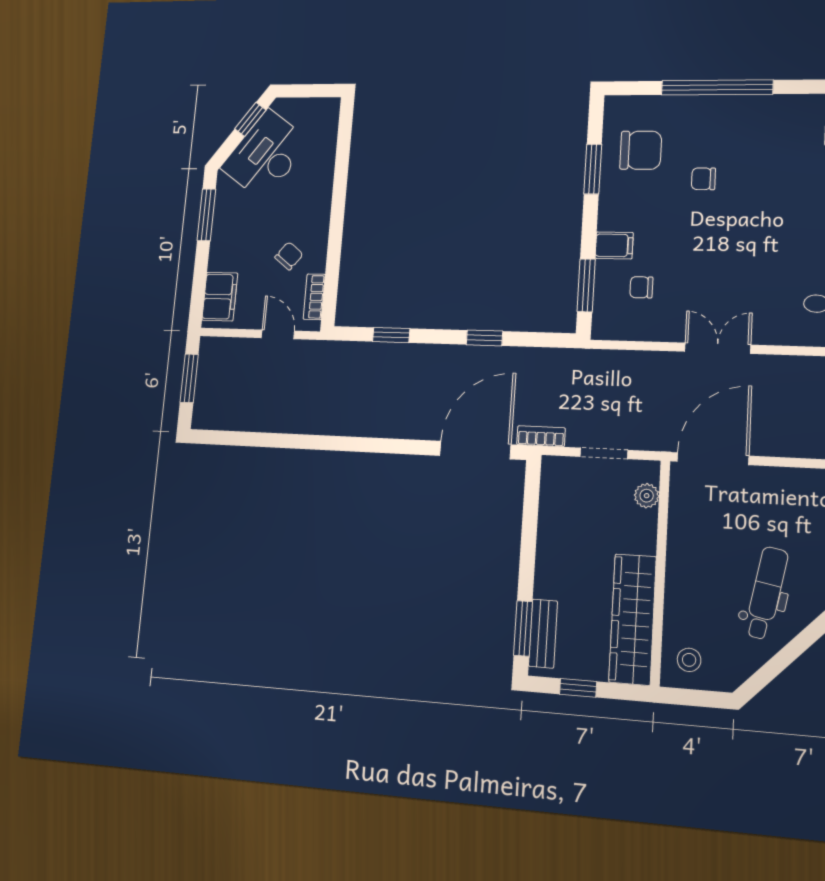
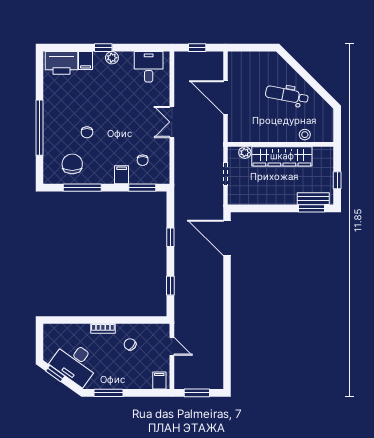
window: (593, 169) -> (82, 188), width x1.44
filing cabinet: (220, 297) -> (159, 381), width x0.50
bookcase: (314, 297) -> (103, 329), moved
door: (278, 334) -> (172, 346), swing flipped
bookcase: (541, 436) -> (219, 205), removed
door: (713, 459) -> (225, 97), moved
wardrobe: (633, 619) -> (282, 156), moved
stool: (689, 660) -> (305, 135), moved

